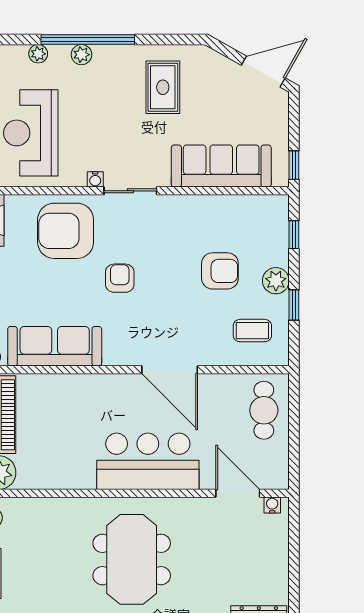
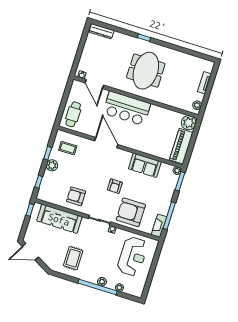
armchair: (66, 231) -> (131, 212), turned 180
armchair: (220, 271) -> (76, 196), moved
sofa: (55, 346) -> (145, 165), width x0.73

